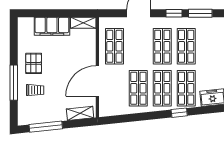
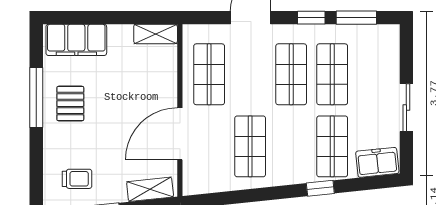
filing cabinet: (52, 26) -> (76, 40), moved
window: (14, 83) -> (36, 97), moved
shop shelf: (162, 88) -> (291, 146), removed
trolley: (35, 90) -> (77, 179), moved

